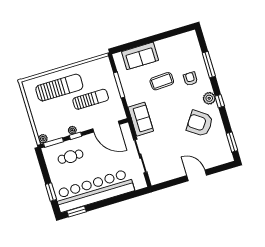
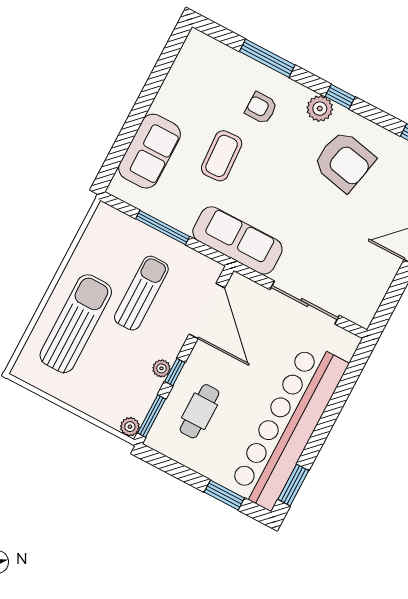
sofa: (141, 119) -> (237, 240), width x1.36
armchair: (200, 123) -> (344, 161), turned -113
door: (106, 127) -> (207, 311), hinge flipped

